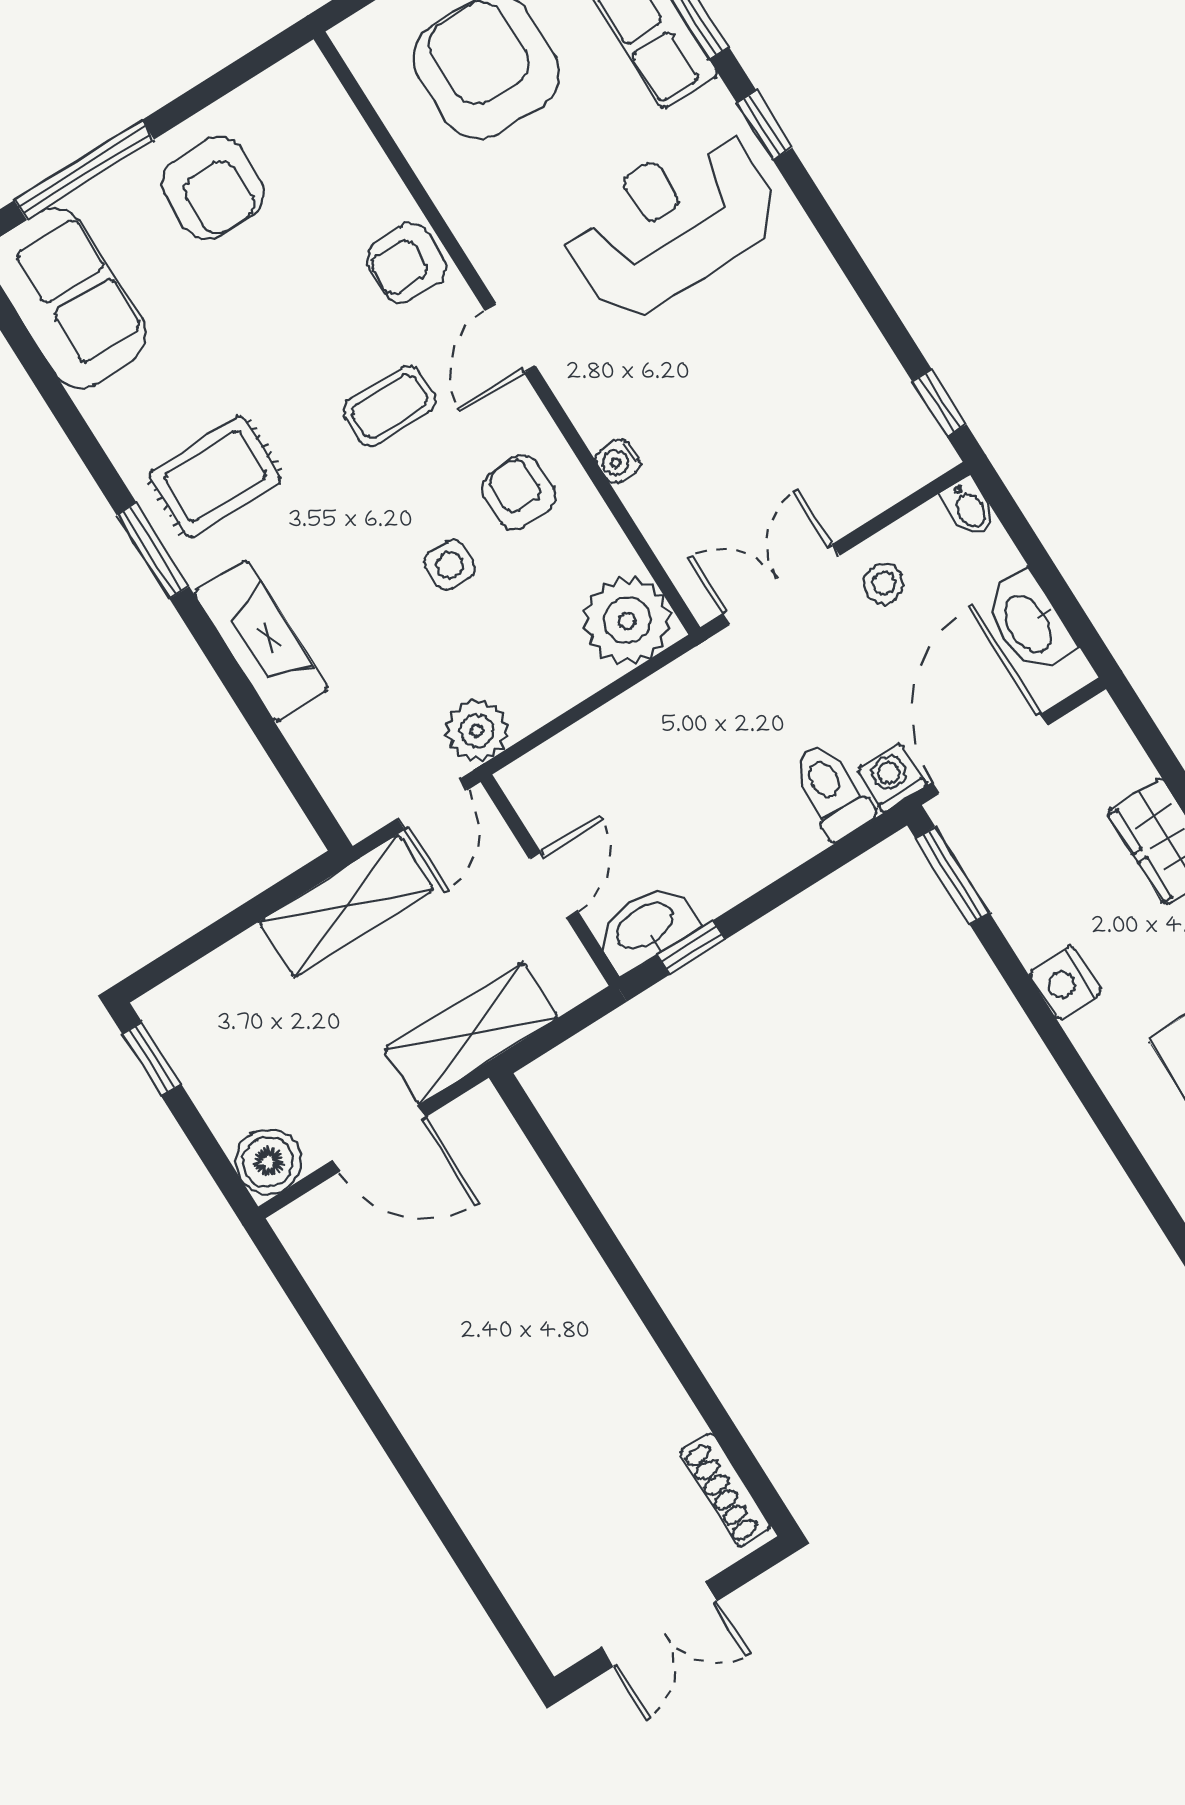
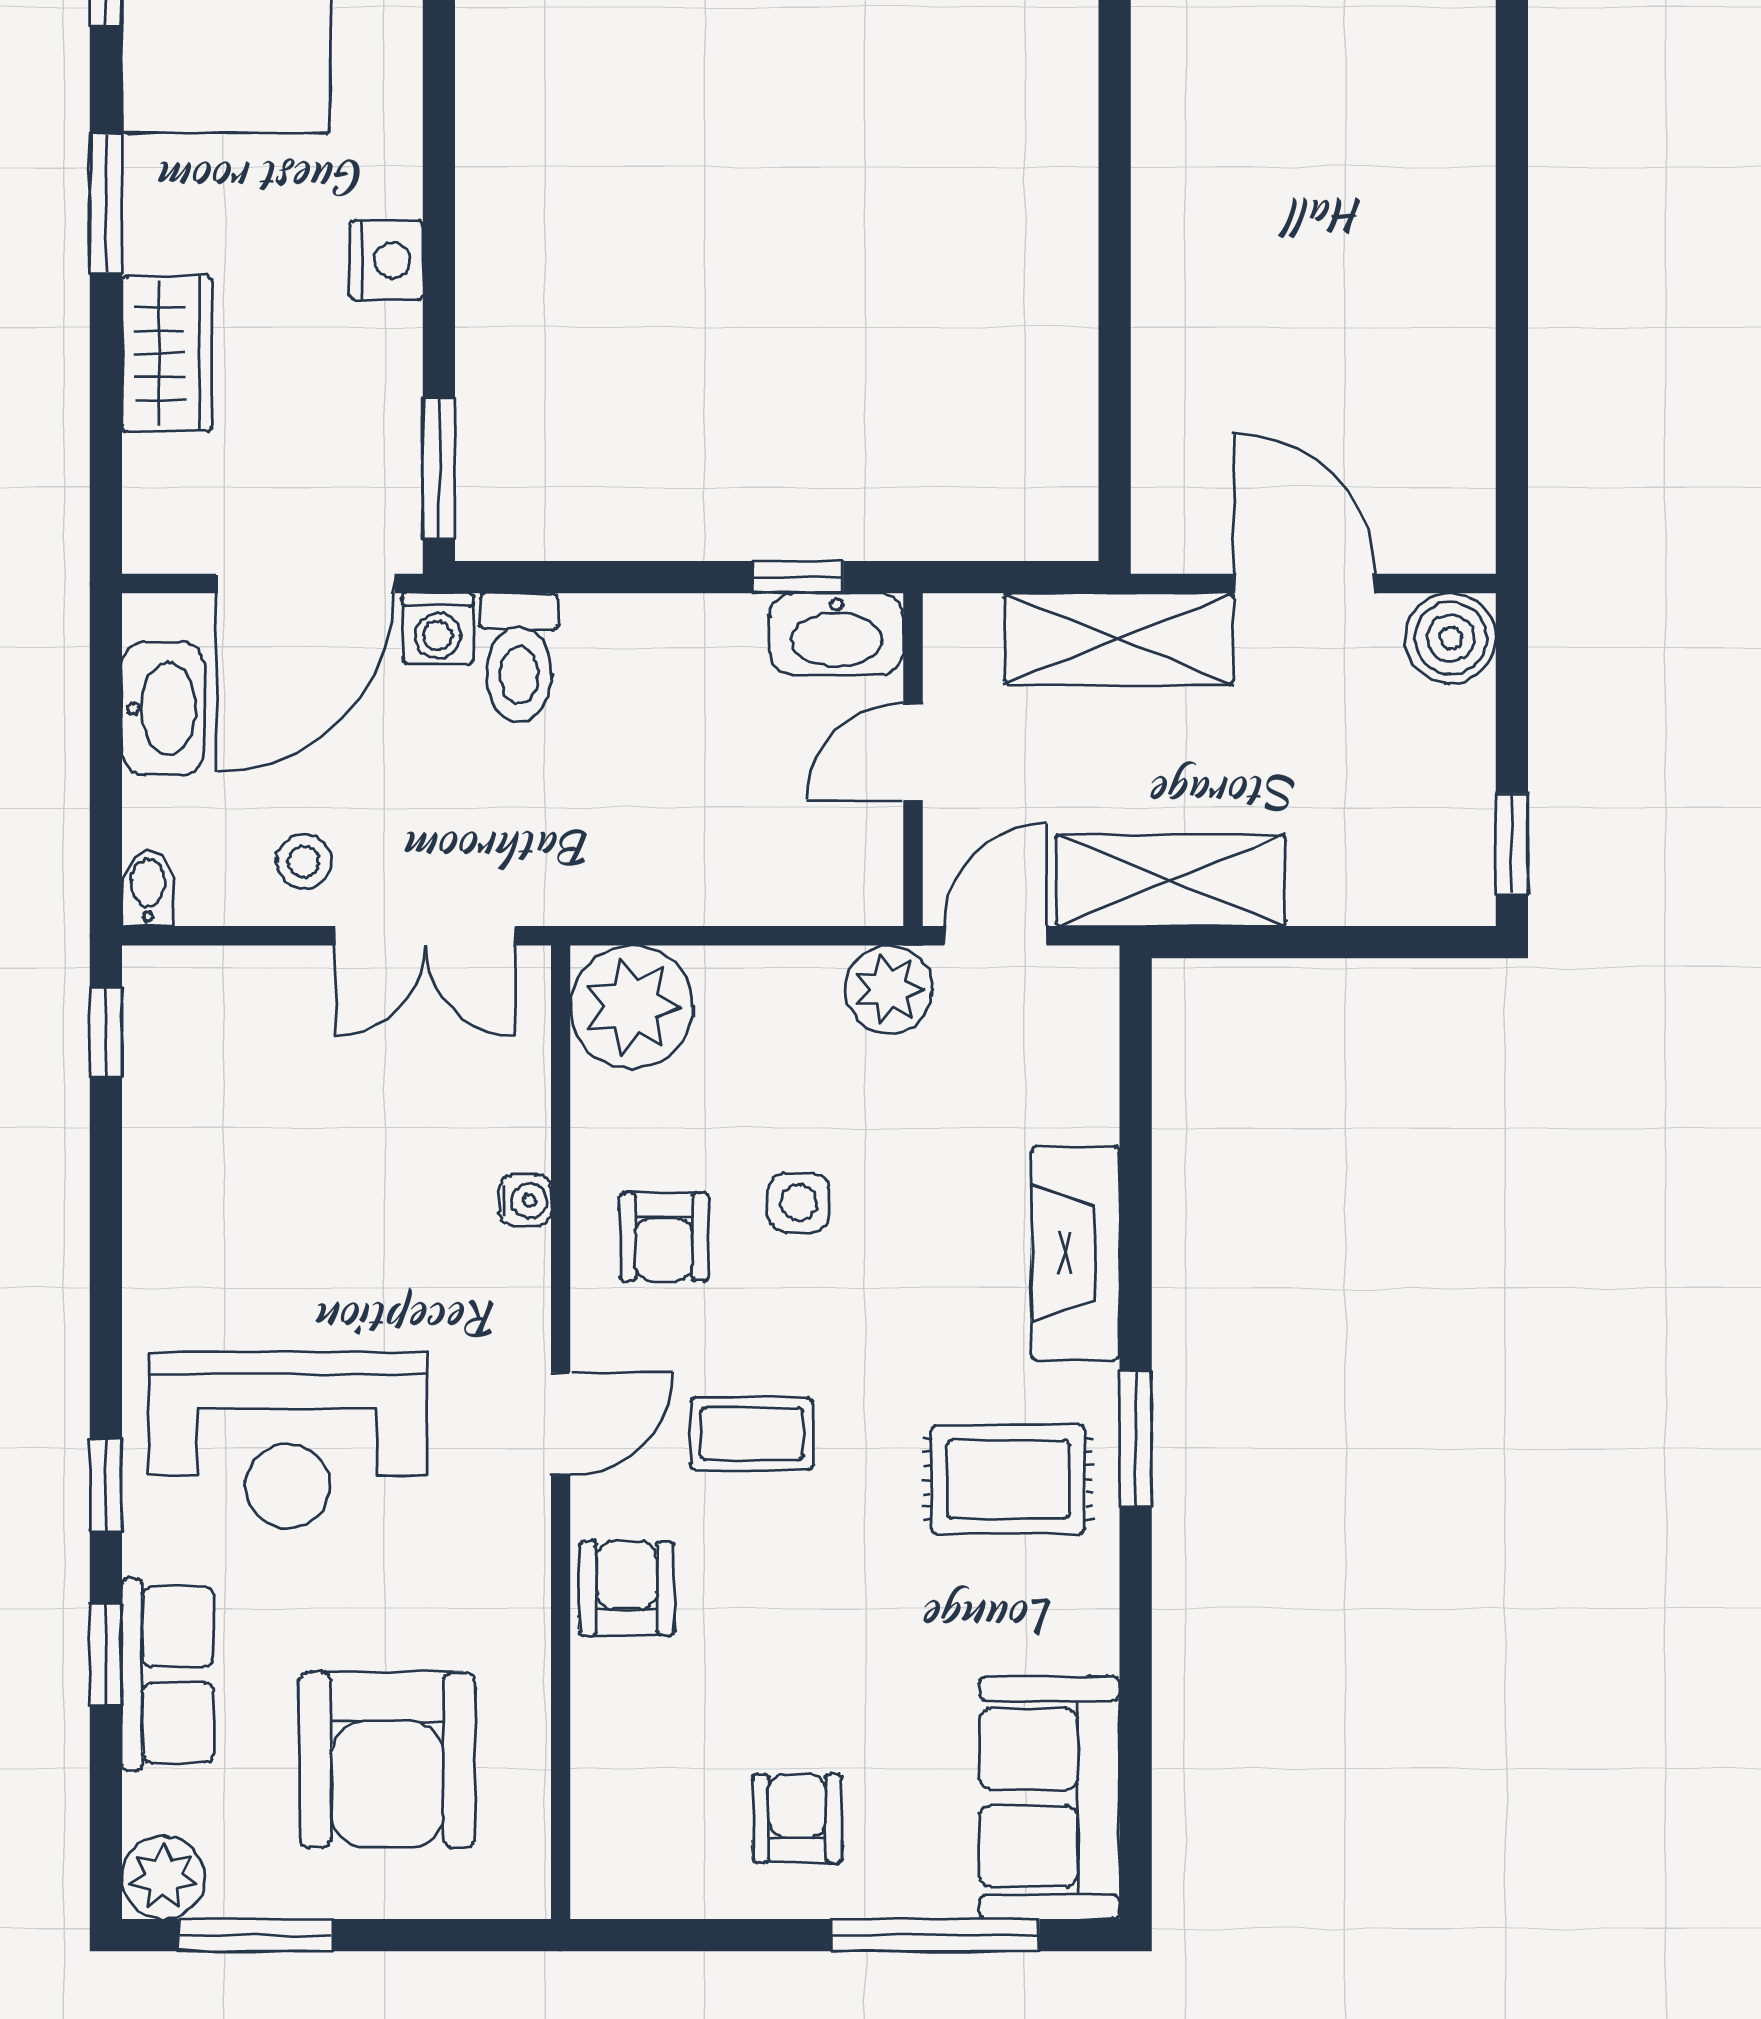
armchair: (213, 188) -> (797, 1818), width x0.72, depth x0.72
armchair: (406, 263) -> (627, 1588), turned -90

